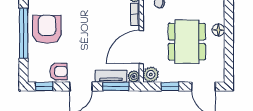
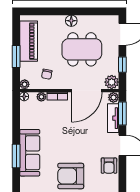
door: (141, 47) -> (87, 91), hinge flipped
armchair: (59, 72) -> (109, 166), turned 180
window: (44, 86) -> (122, 179), removed

